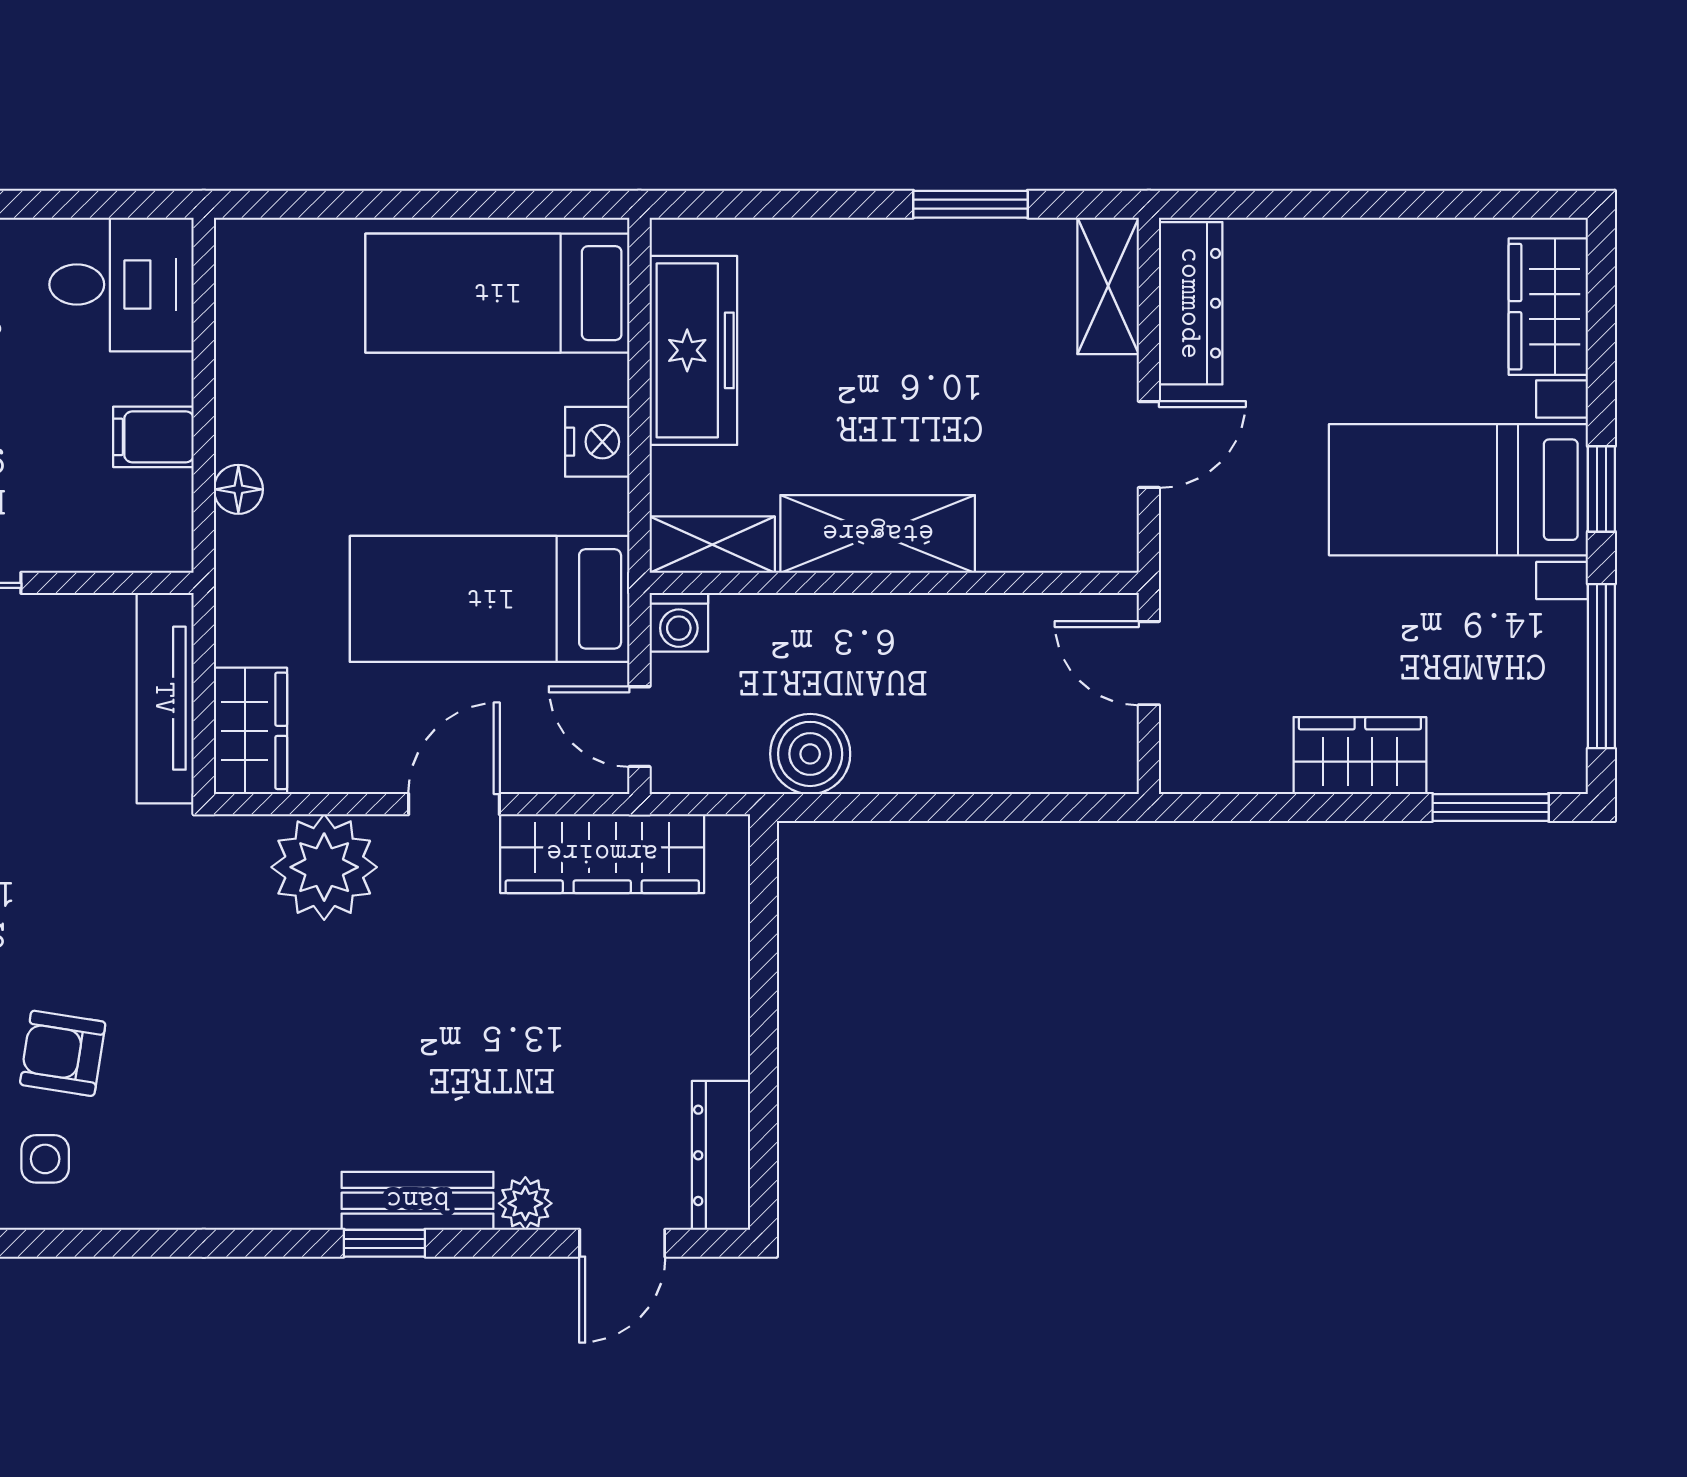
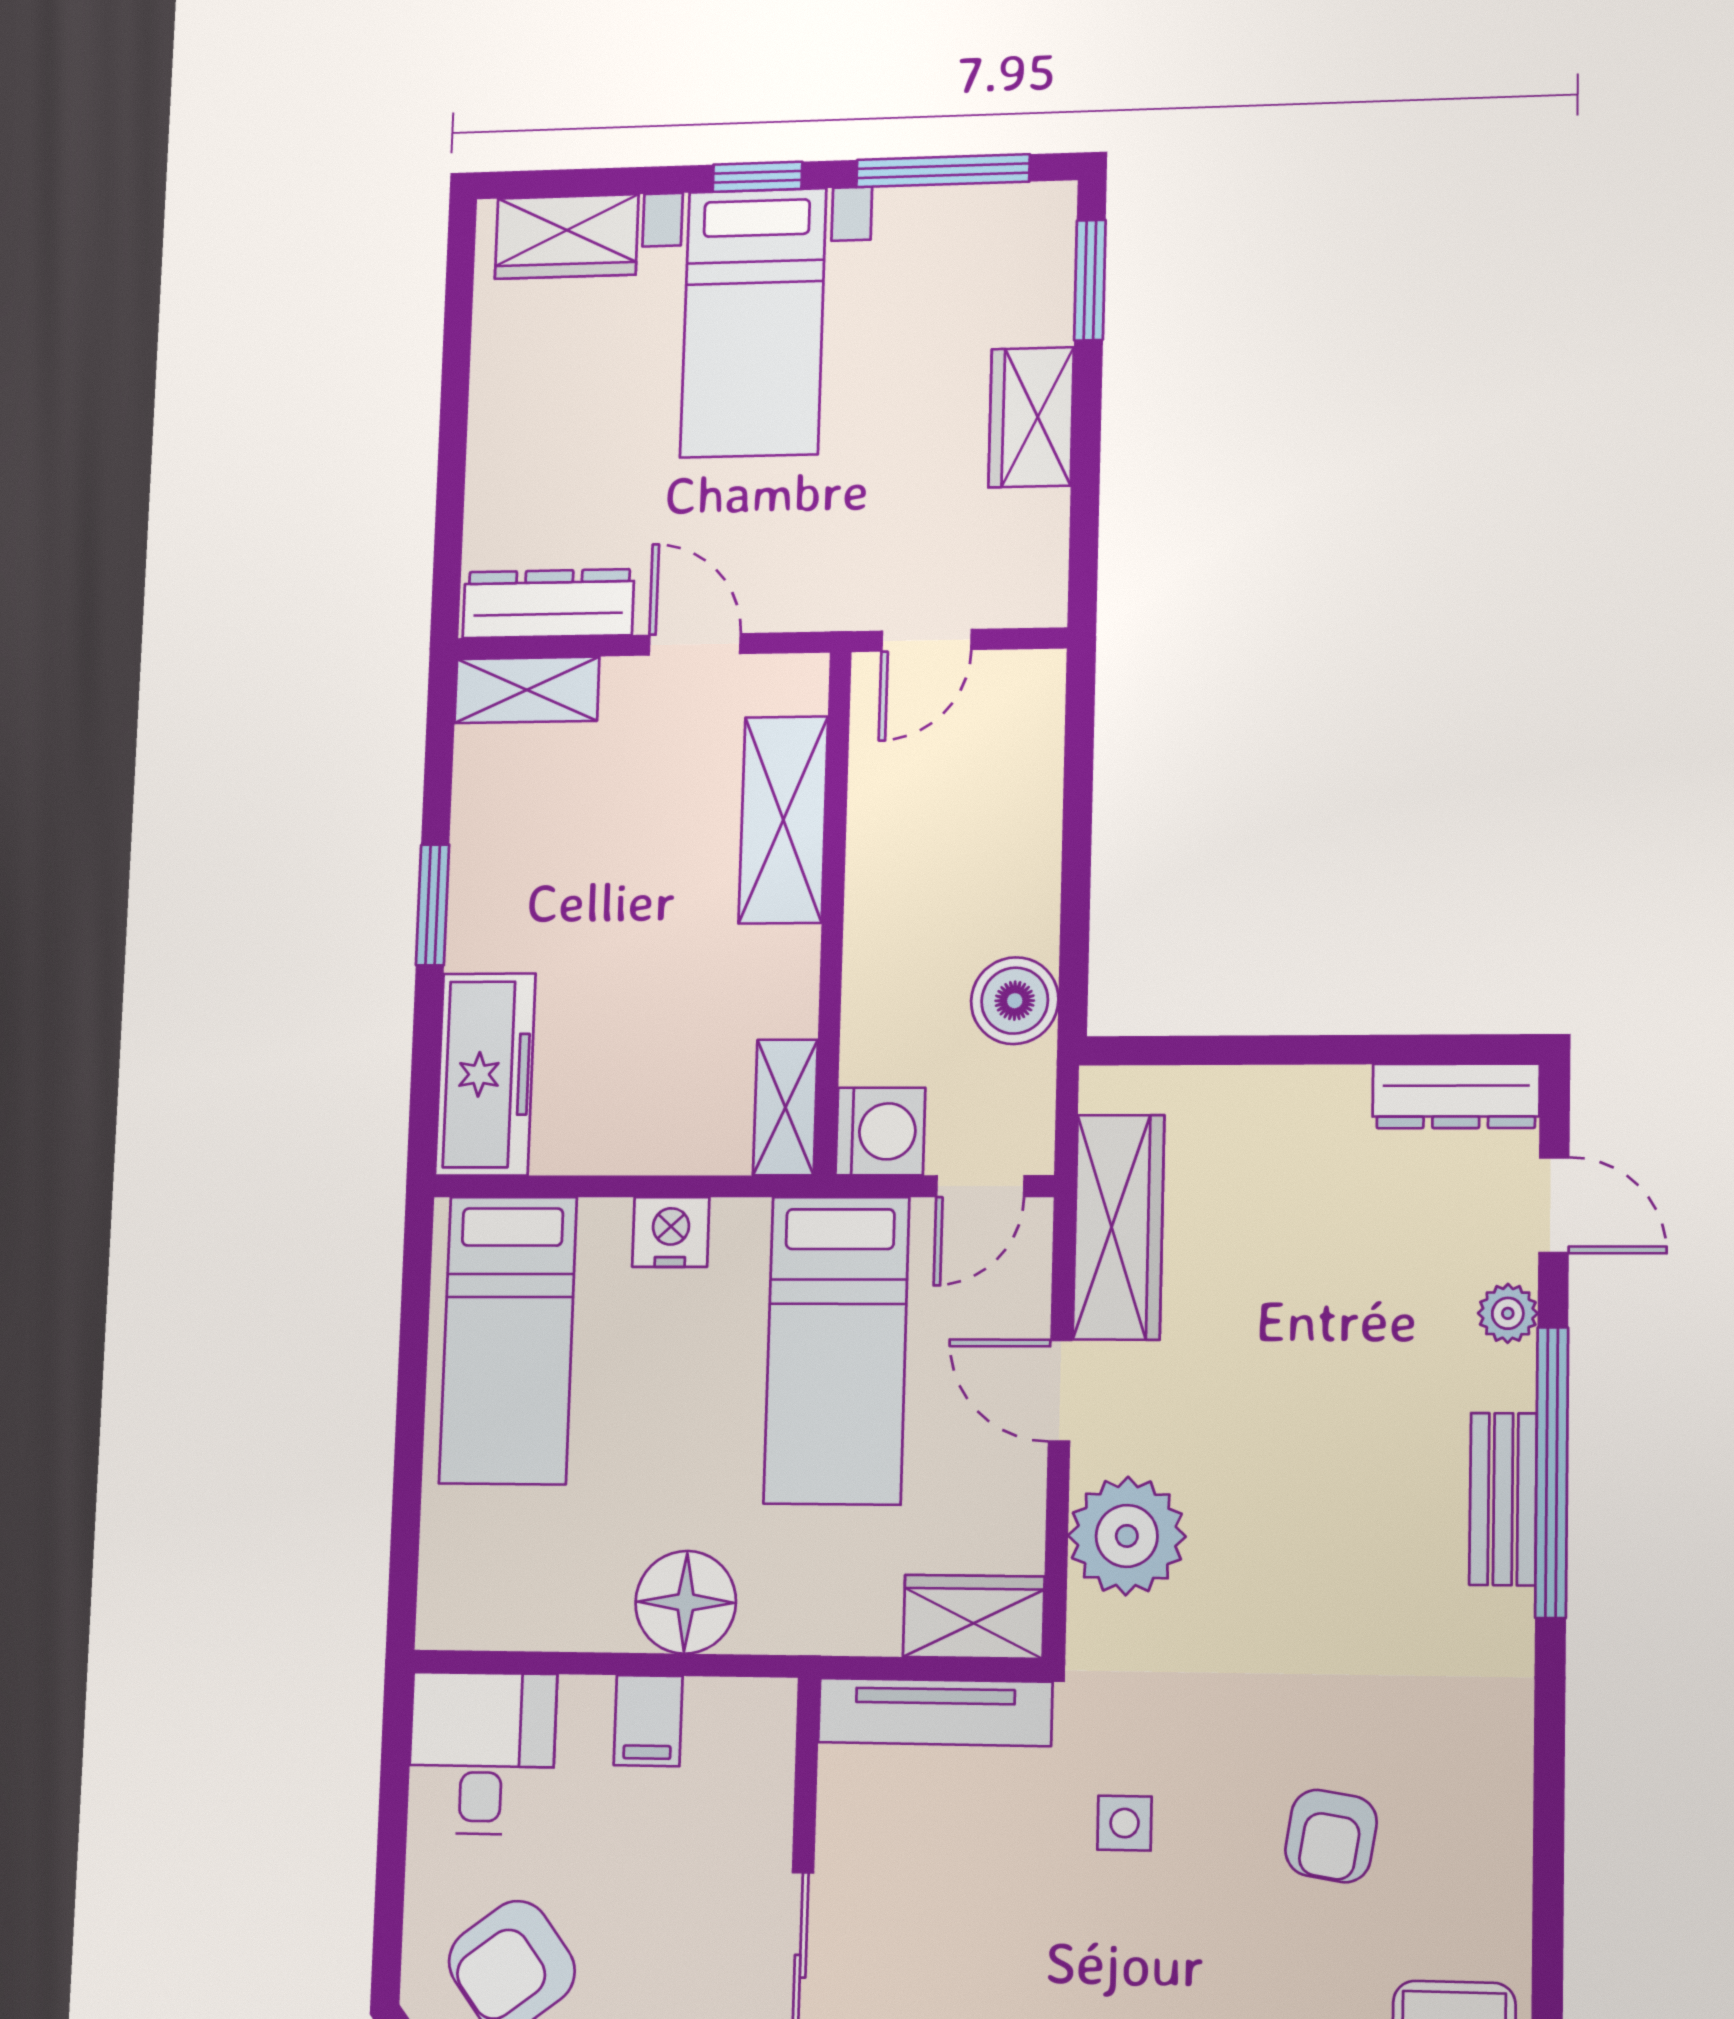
window: (970, 204) -> (433, 905), moved
freezer: (693, 350) -> (485, 1074), moved, turned 90
floor lamp: (238, 489) -> (686, 1602), width x1.89, depth x1.89
shelving: (878, 534) -> (783, 820), moved
washing machine: (679, 622) -> (880, 1131), width x1.38, depth x1.38
side table: (45, 1159) -> (1125, 1823), moved
bench: (418, 1201) -> (1503, 1499), moved
window: (384, 1243) -> (1552, 1472), width x3.17

